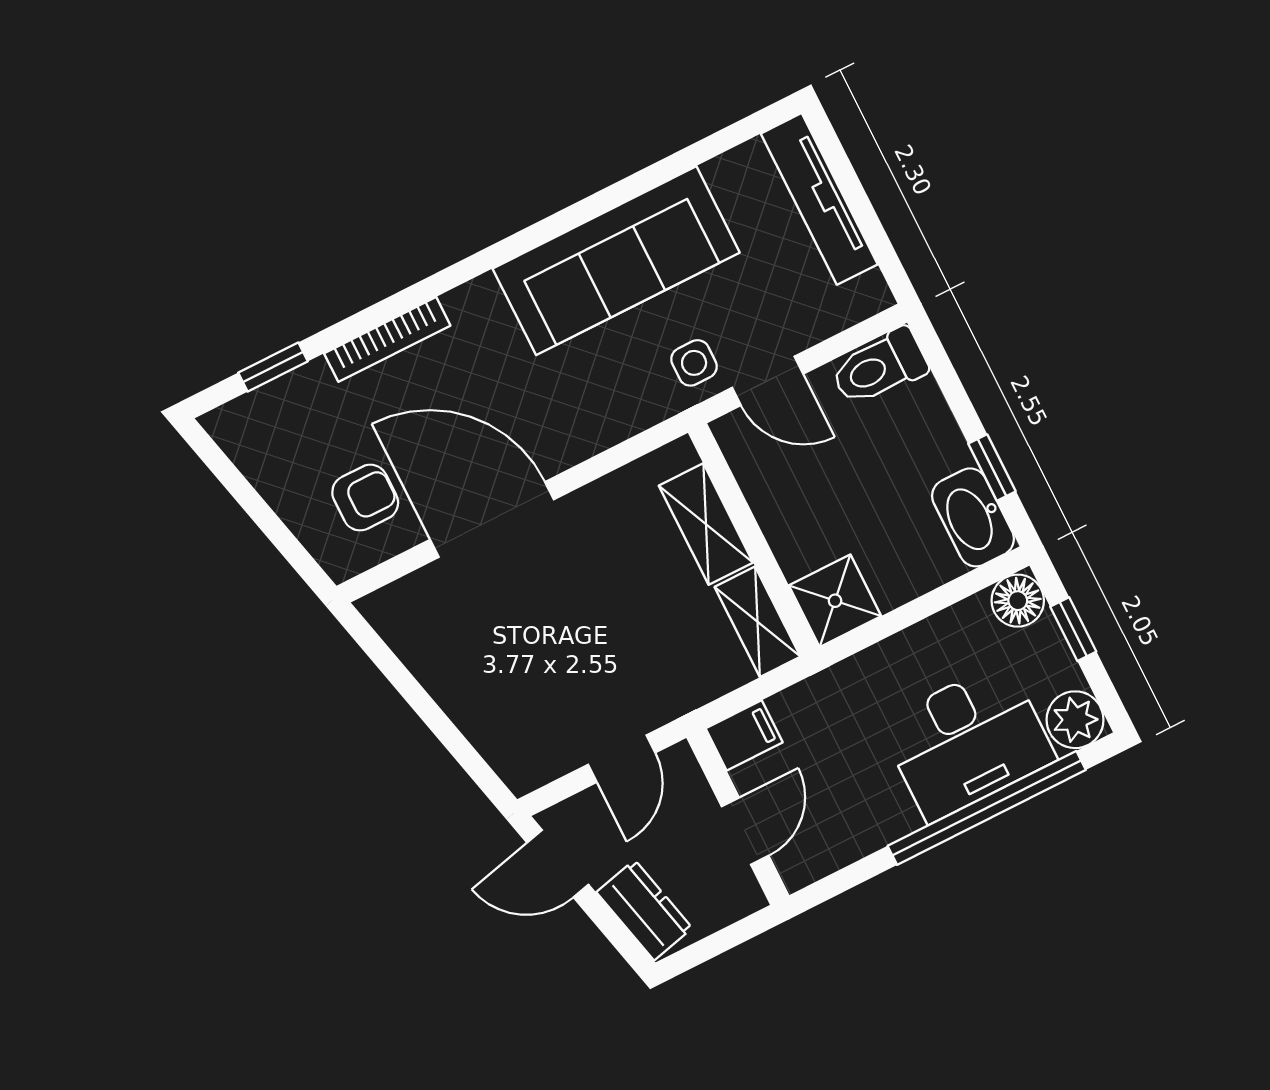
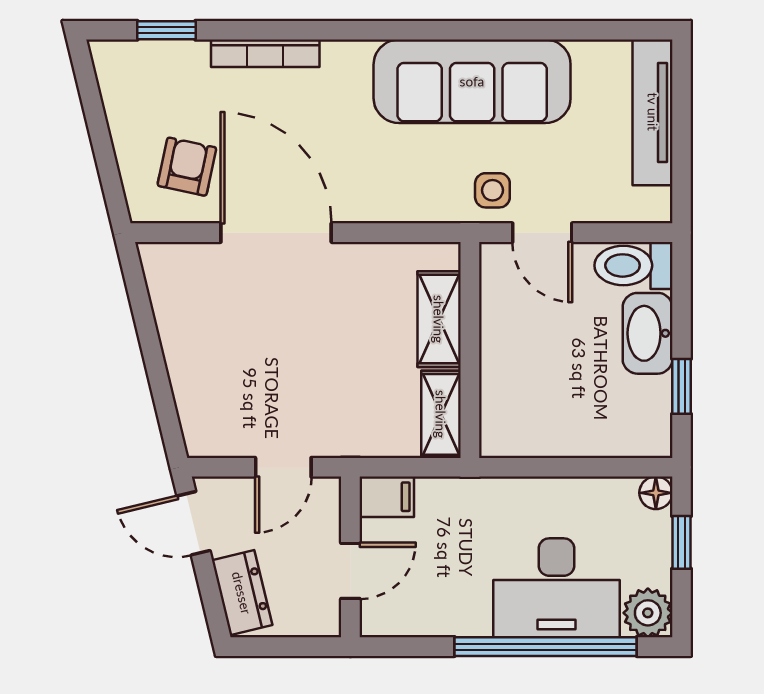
armchair: (365, 498) -> (187, 167), turned -78
washbasin: (973, 517) -> (648, 333), moved
shower: (835, 601) -> (509, 428), removed
floor lamp: (1018, 601) -> (656, 493), width x0.73, depth x0.73

